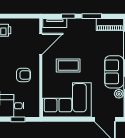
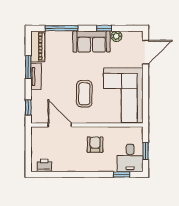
window: (68, 16) -> (28, 107), moved
tv unit: (55, 23) -> (36, 76), moved

